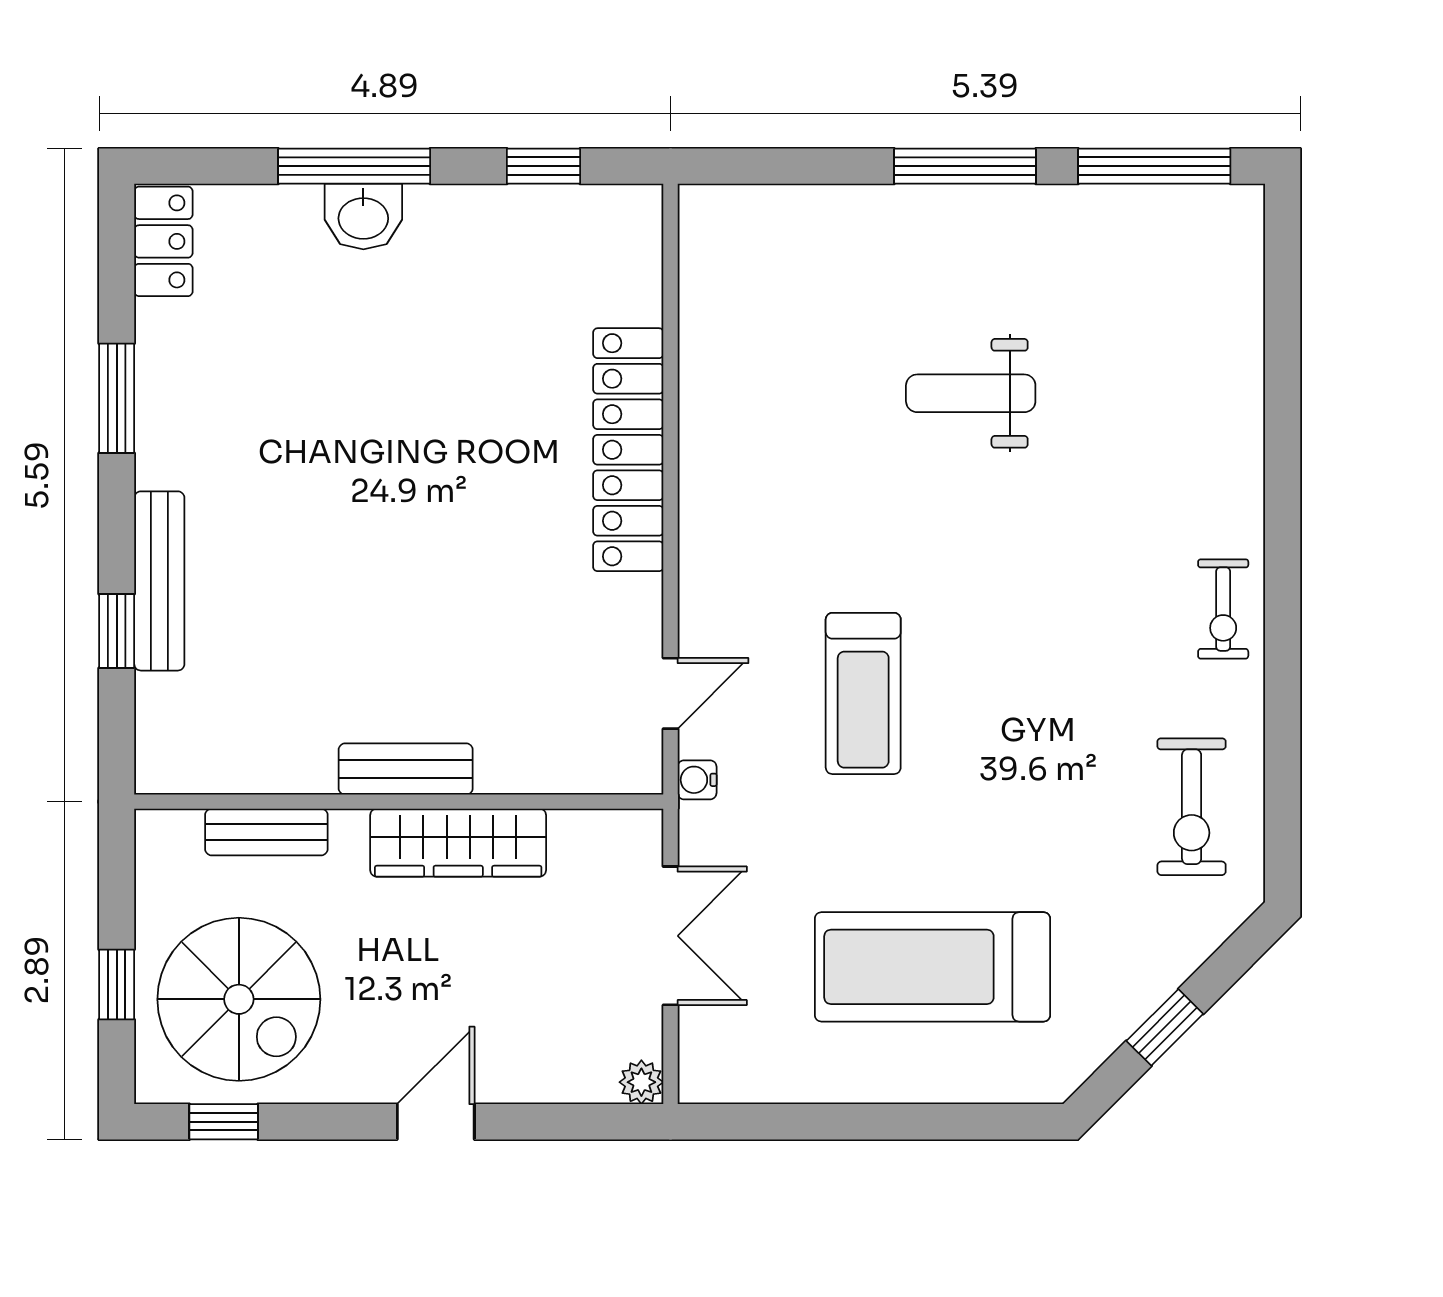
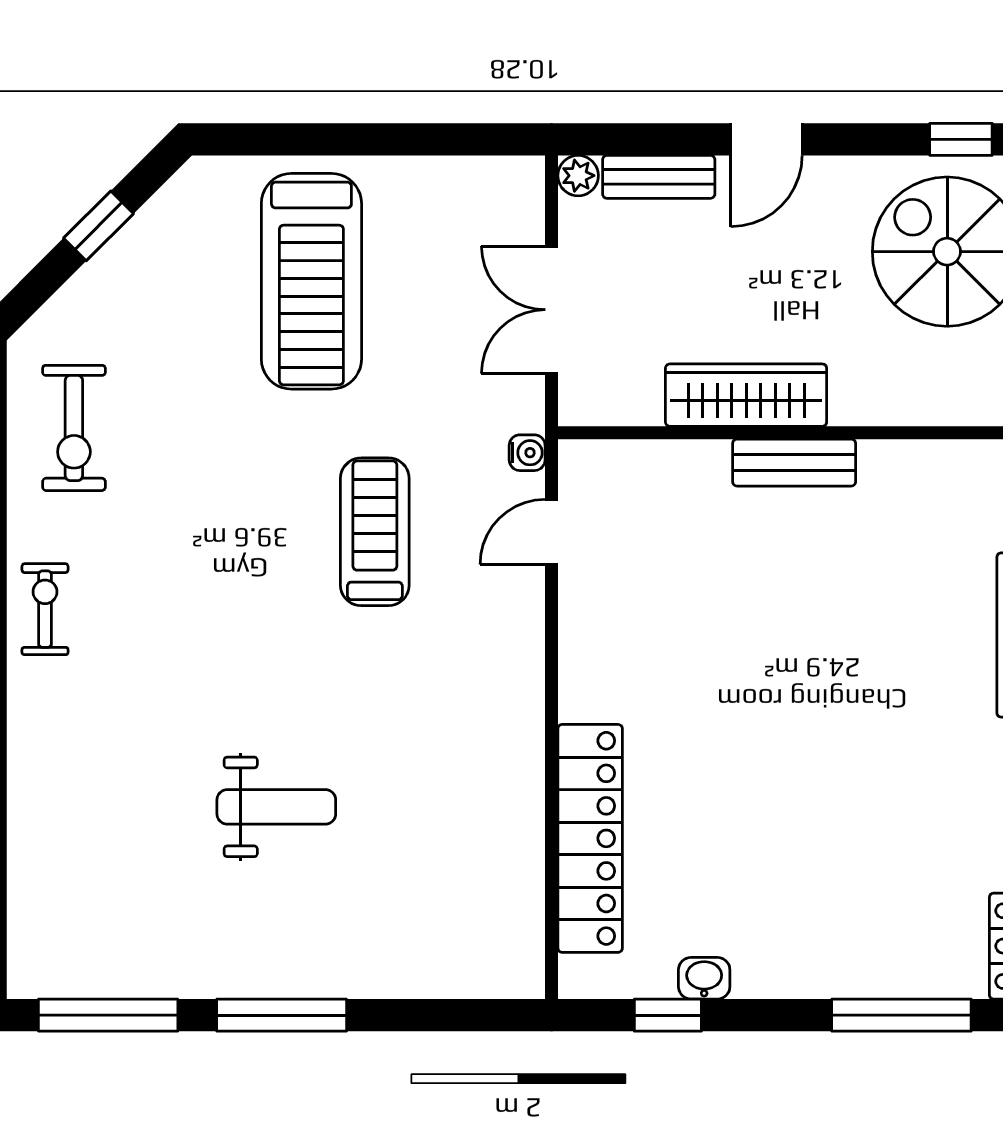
window: (354, 166) -> (901, 1015), moved
washbasin: (363, 216) -> (704, 978), moved, width x0.72, depth x0.69
locker: (628, 450) -> (590, 838), moved
exercise bike: (1192, 807) -> (74, 428), turned 180
bench: (266, 832) -> (659, 177), moved
treadmill: (932, 967) -> (311, 281), turned 90

